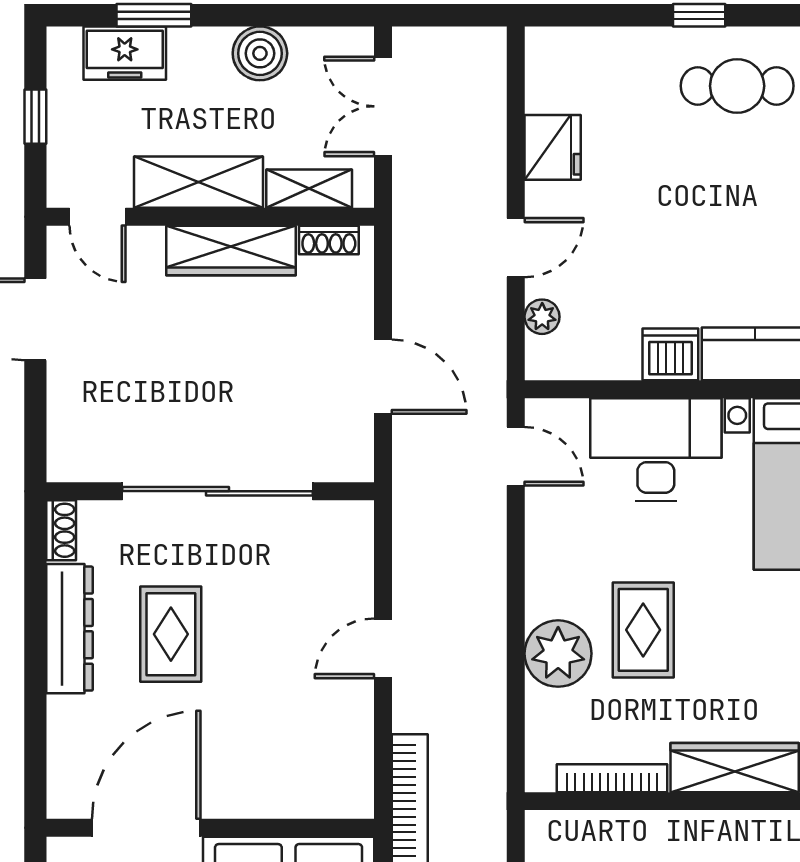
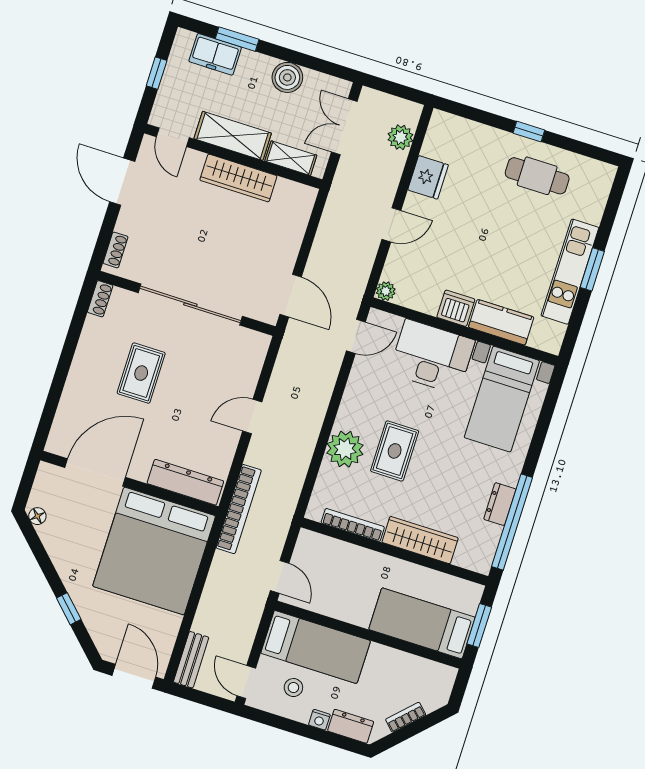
plant: (484, 94) -> (400, 137), added
shoe rack: (329, 240) -> (116, 250), moved, turned -90
plant: (542, 317) -> (386, 291), moved
door: (383, 377) -> (291, 296), moved
door: (516, 456) -> (356, 336), hinge flipped
dresser: (70, 629) -> (185, 482), moved, turned -90

